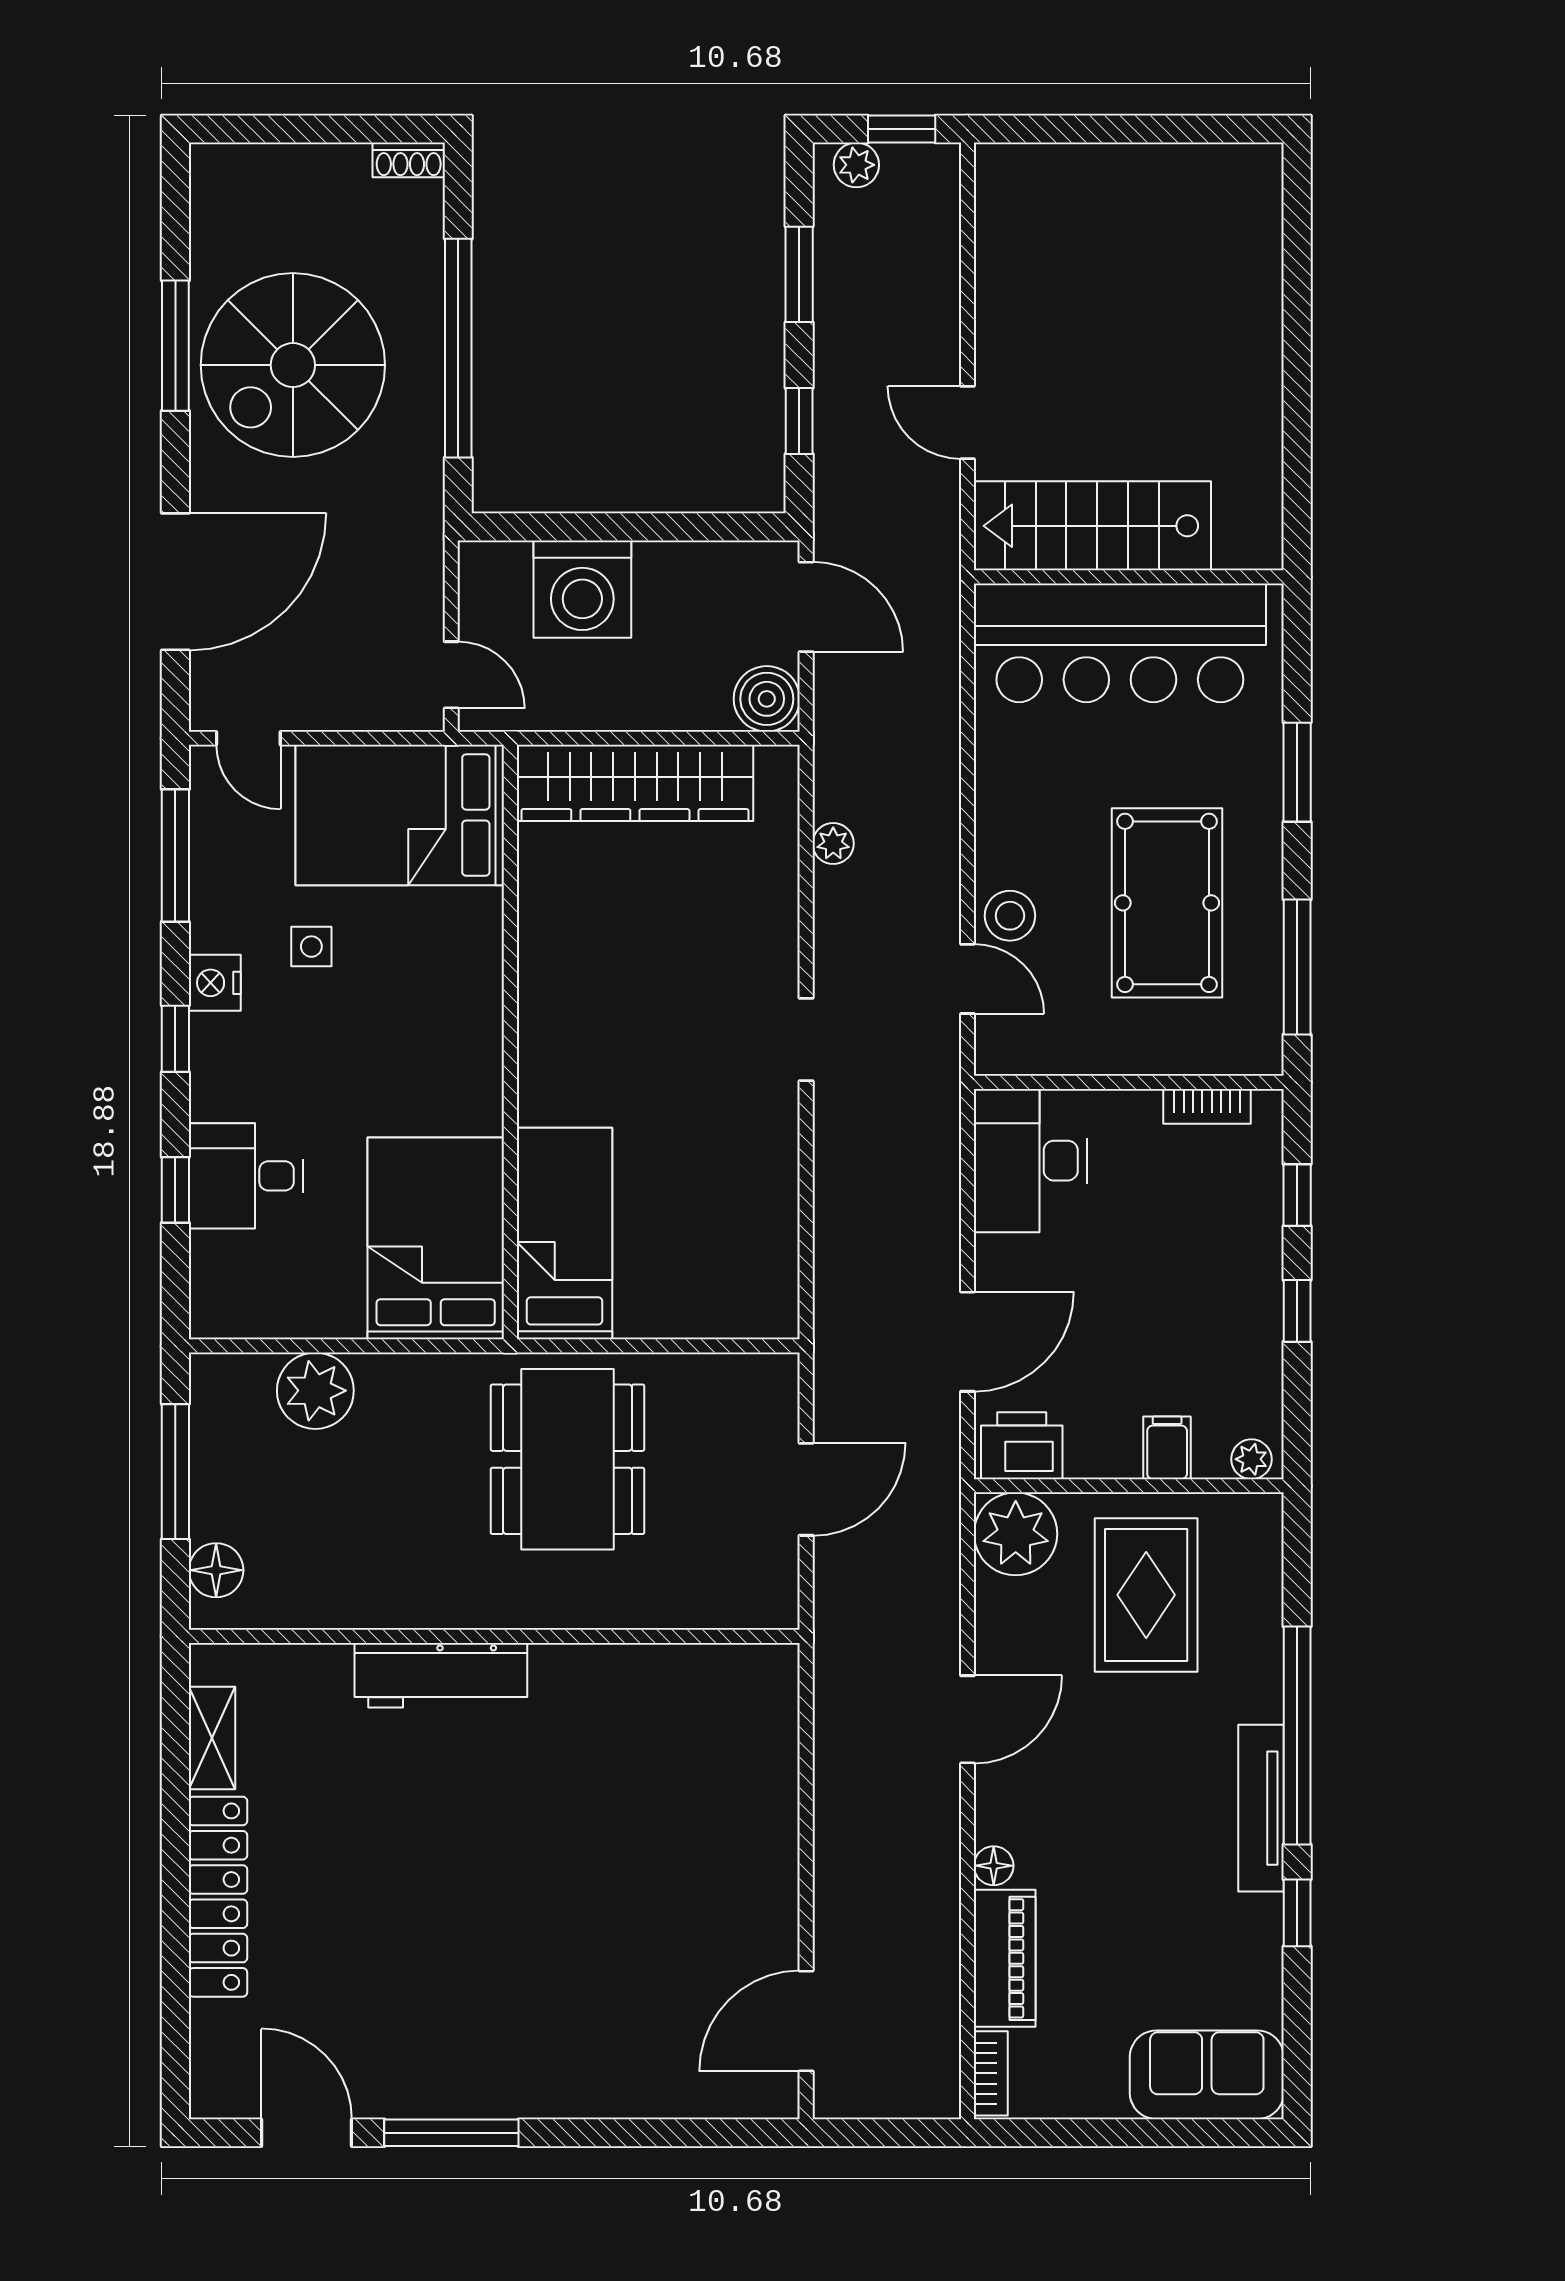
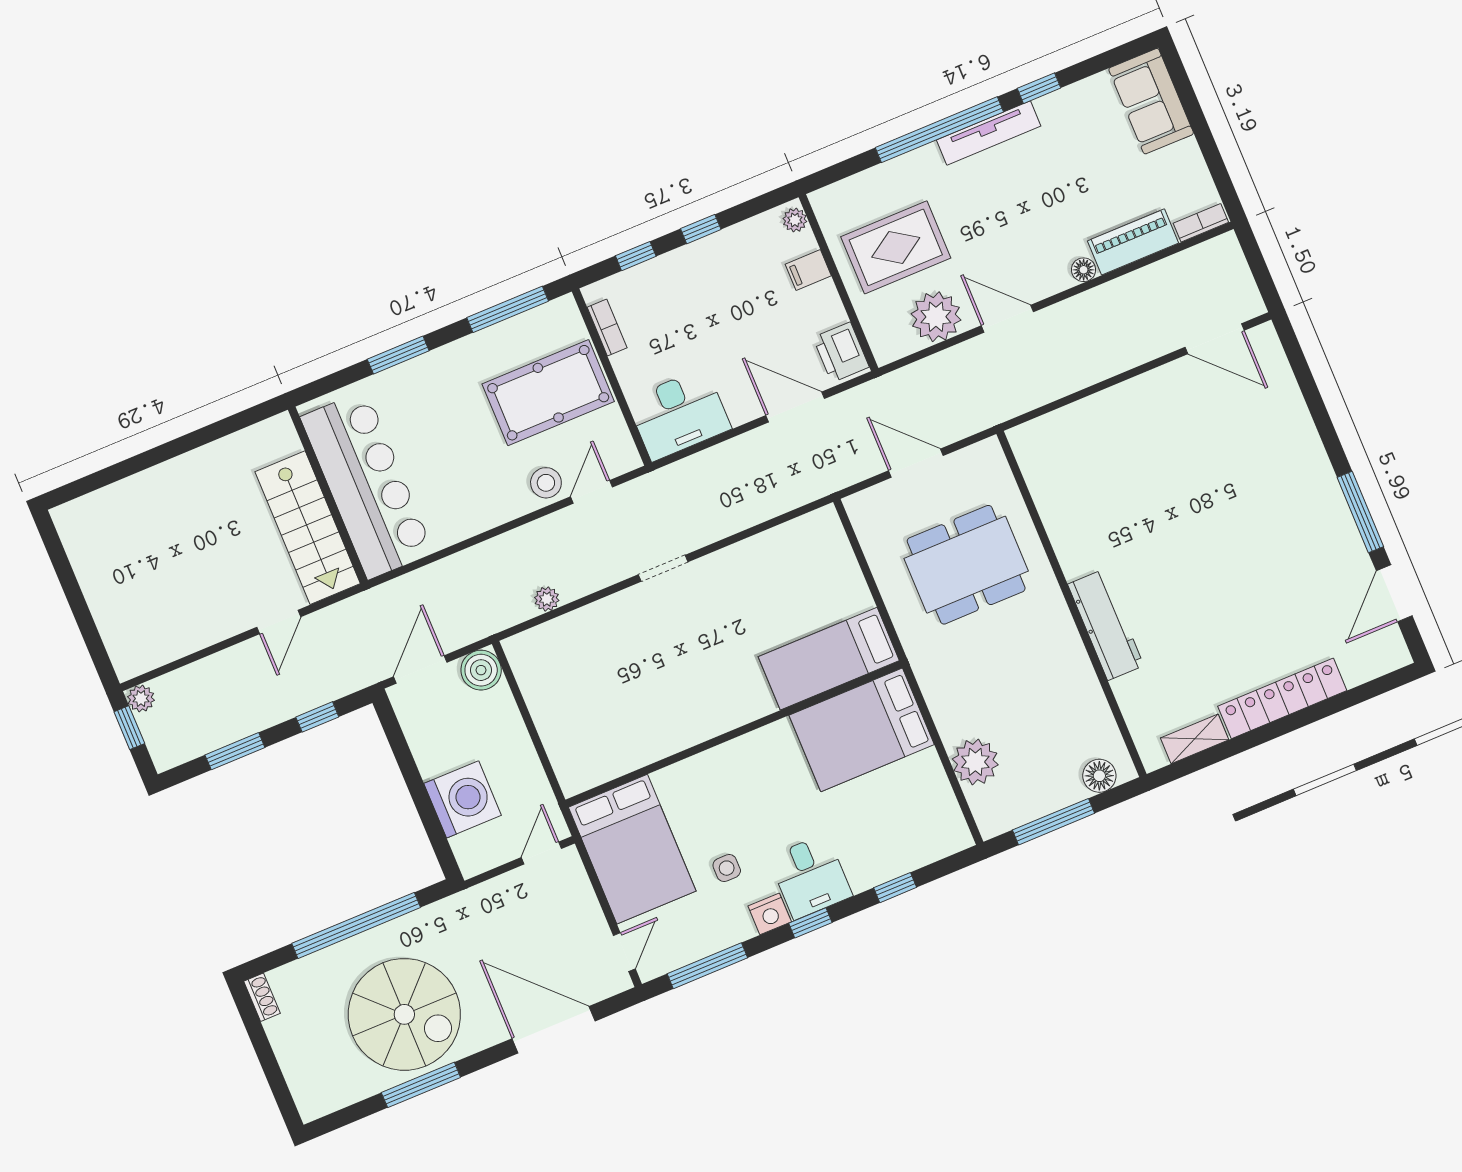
plant: (856, 165) -> (141, 698), moved
wardrobe: (635, 783) -> (559, 725), removed
pool table: (1167, 903) -> (548, 393), moved
desk: (246, 1176) -> (810, 876), moved
dining table: (567, 1459) -> (966, 565), moved
plant: (1016, 1534) -> (936, 317), moved

